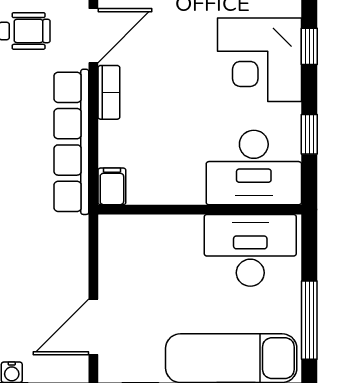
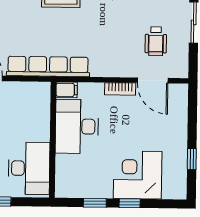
window: (309, 46) -> (130, 203), moved
row of seats: (71, 142) -> (48, 66), moved
desk: (254, 167) -> (77, 126), moved

